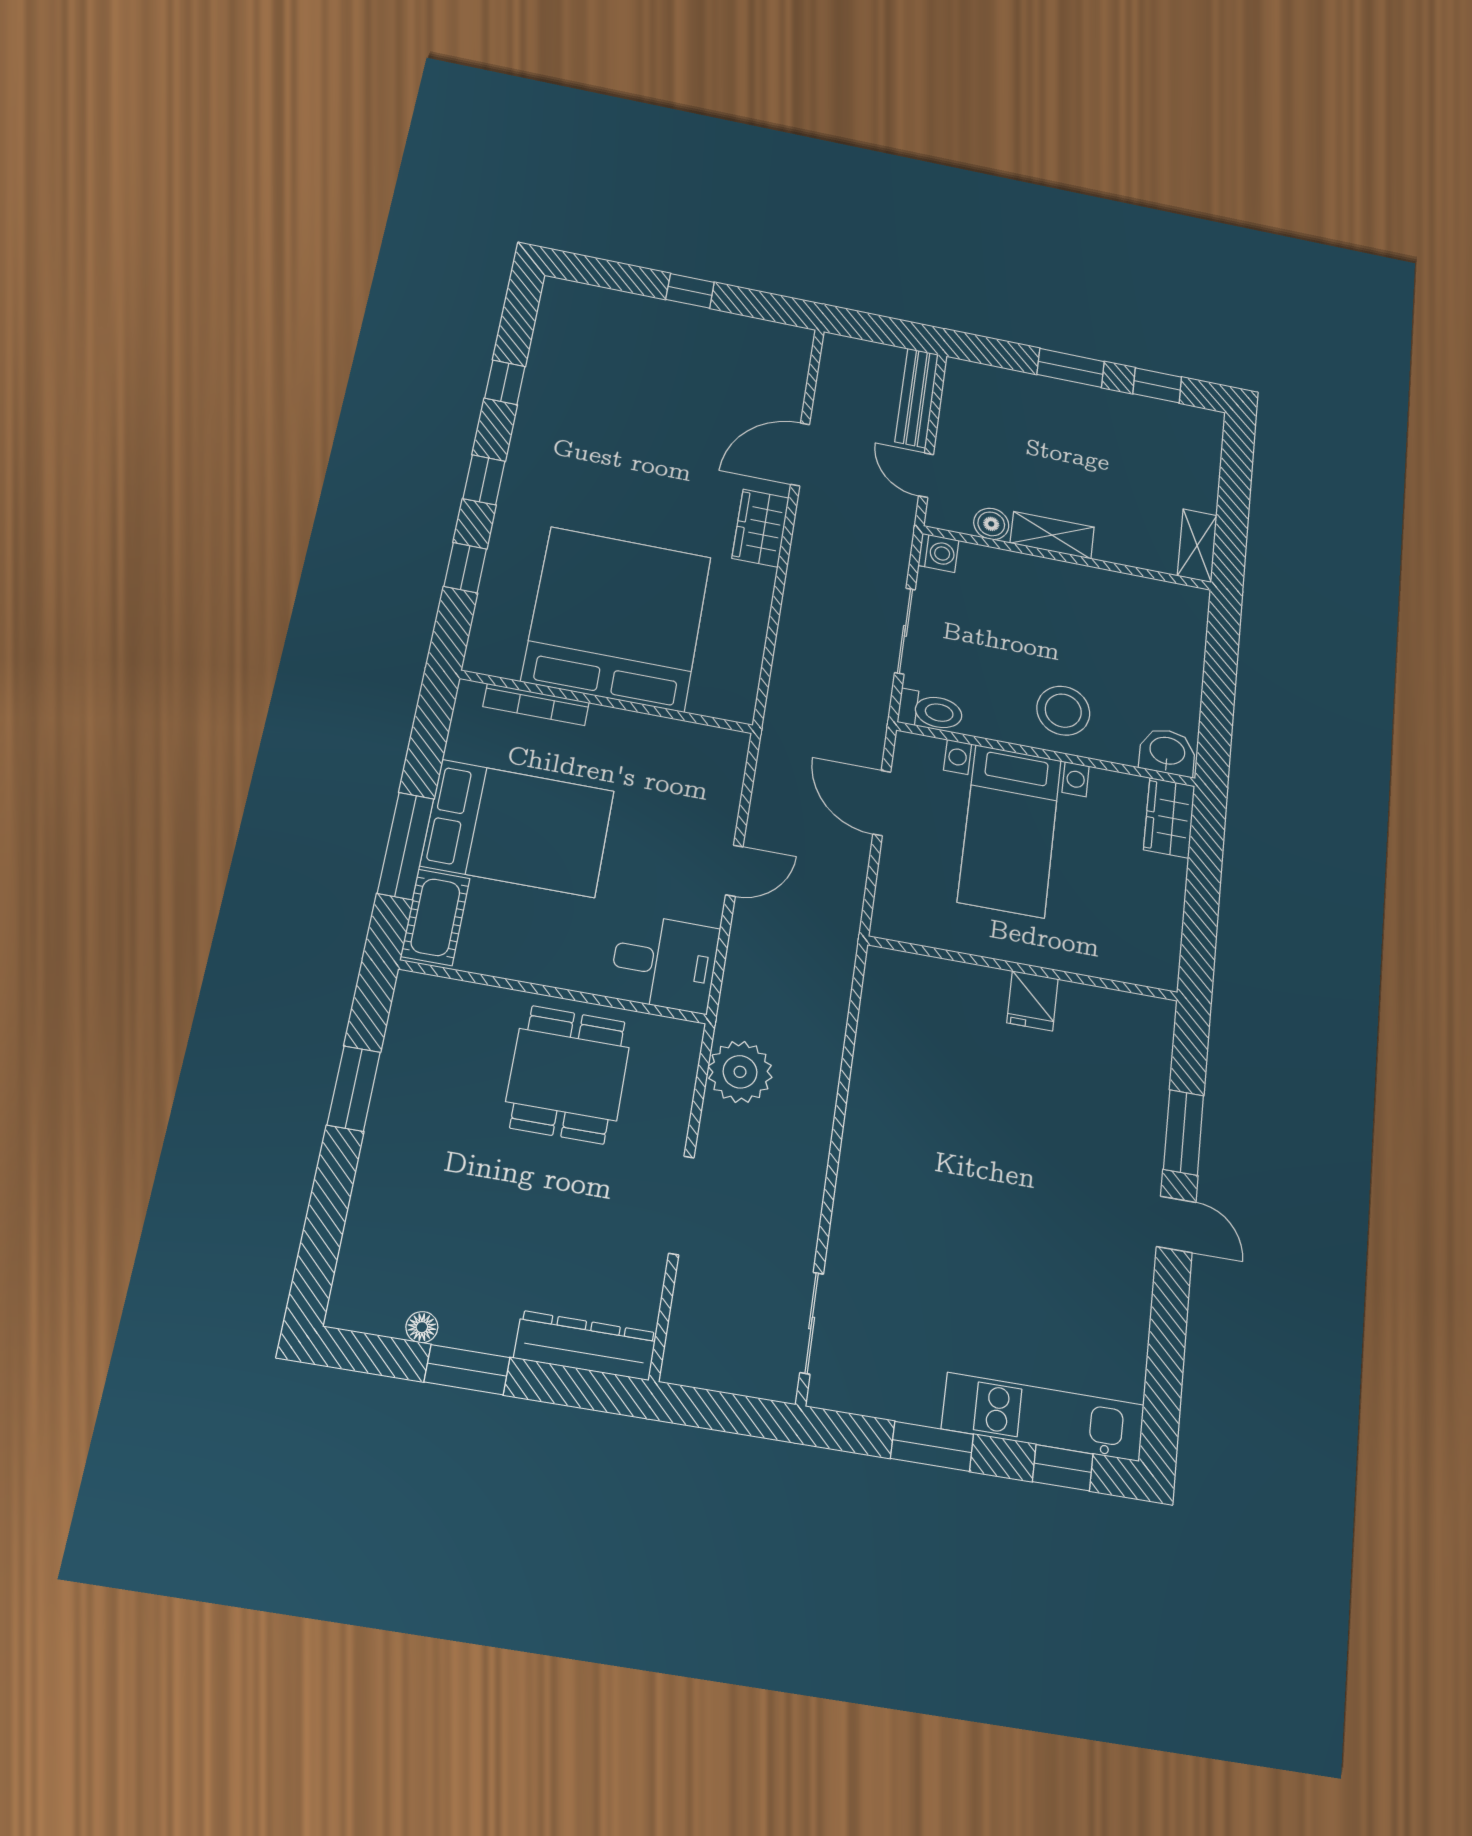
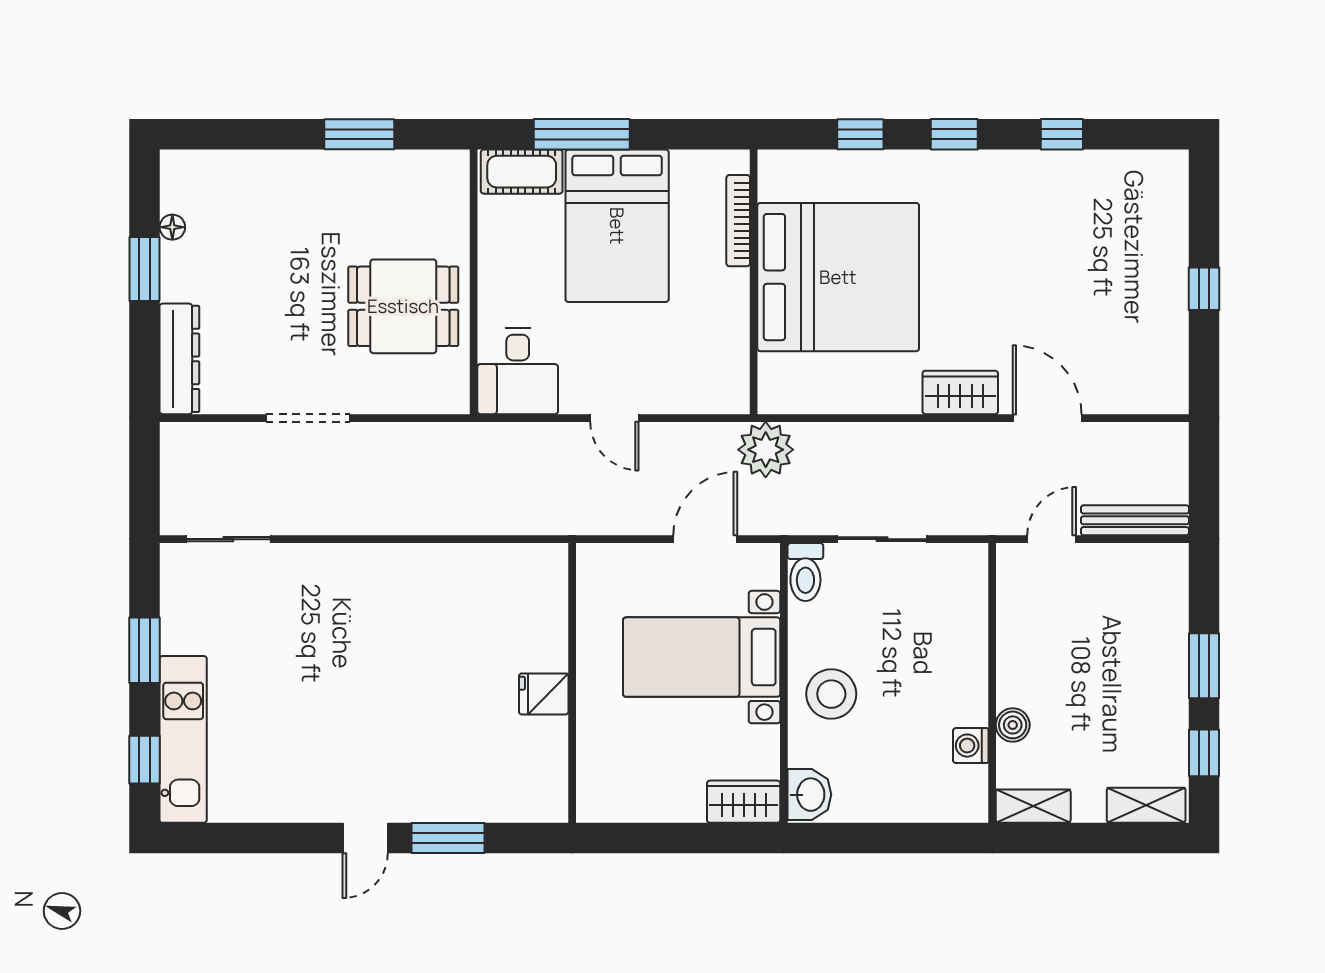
boiler: (991, 524) -> (1013, 725), moved
shelving: (1052, 535) -> (1146, 805), moved, turned 90
washing machine: (938, 553) -> (971, 746), moved, turned 90
plant: (740, 1072) -> (766, 450), moved

